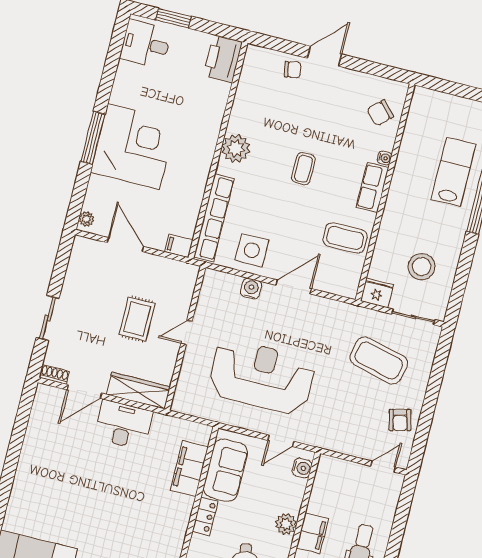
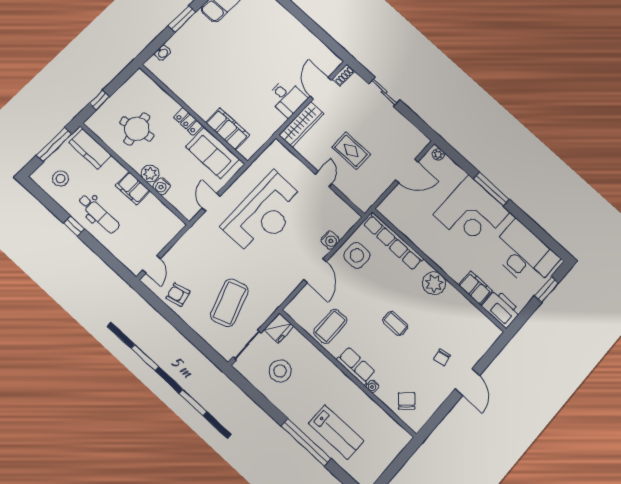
desk: (146, 44) -> (524, 255), width x1.87, depth x1.30
chair: (293, 70) -> (442, 357), moved
filing cabinet: (179, 246) -> (475, 288), moved, width x2.00
coffee table: (379, 360) -> (229, 303), turned -33
desk: (123, 425) -> (287, 98), width x0.73
water cooler: (302, 468) -> (162, 186), moved

